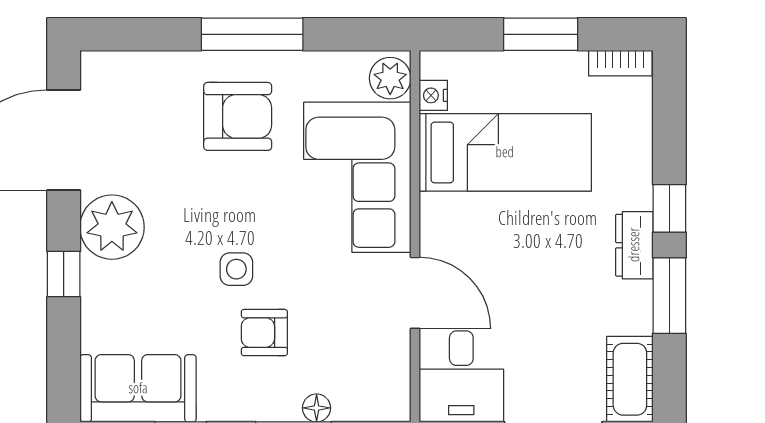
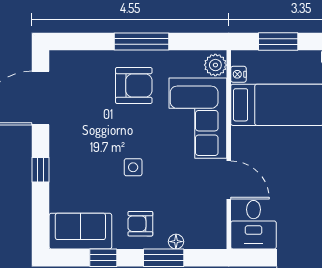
window: (541, 34) -> (278, 42), moved
plant: (112, 227) -> (66, 145), removed
armchair: (264, 333) -> (140, 224), moved

